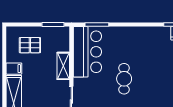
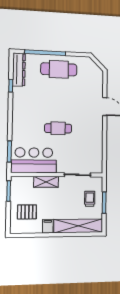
pallet: (30, 45) -> (27, 212), turned 90

